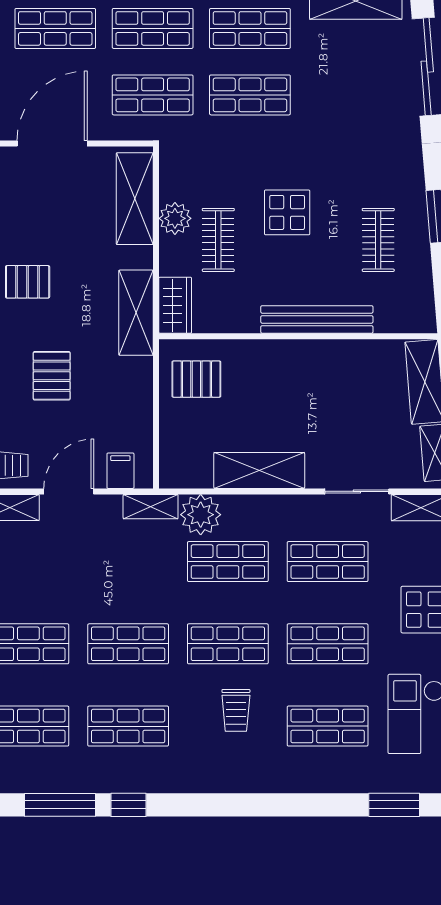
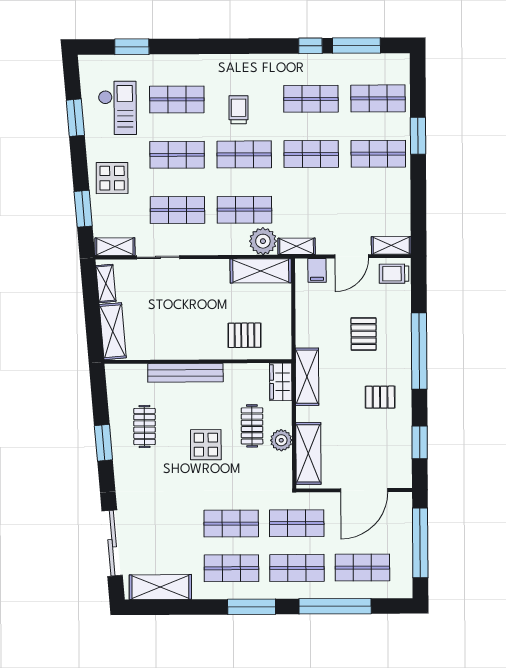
pallet: (196, 379) -> (245, 335), moved
shelving: (259, 470) -> (261, 271), moved

